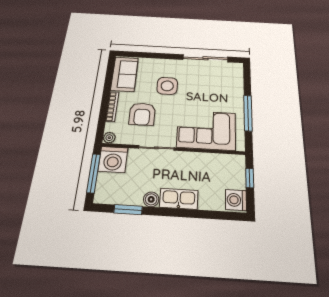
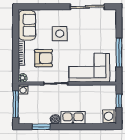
armchair: (142, 114) -> (43, 58), turned -90
washing machine: (113, 159) -> (23, 89), width x0.53, depth x0.53

